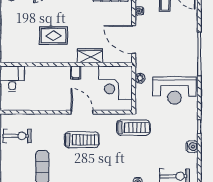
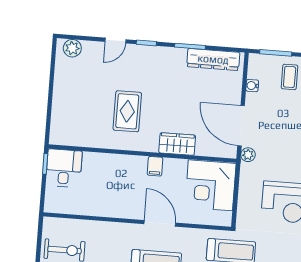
rug: (53, 36) -> (127, 111), turned 90
plant: (140, 78) -> (248, 155), moved

